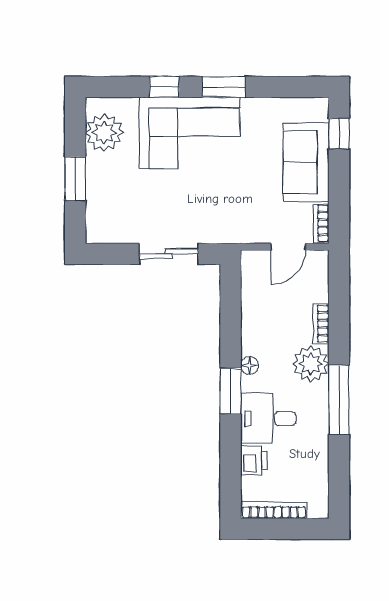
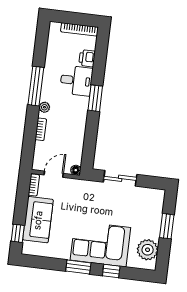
plant: (311, 364) -> (44, 107), width x0.53, depth x0.53
floor lamp: (250, 365) -> (76, 170), moved

